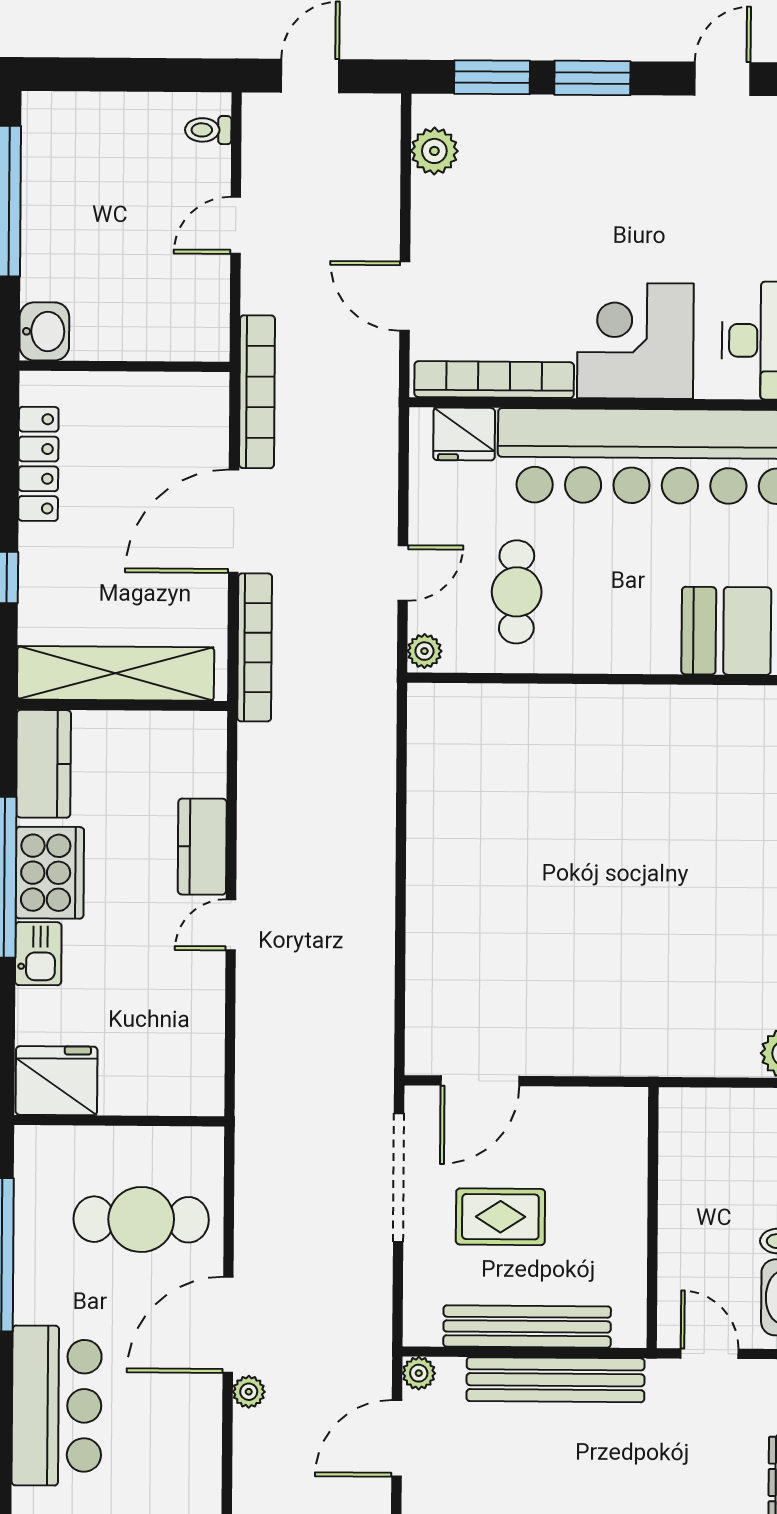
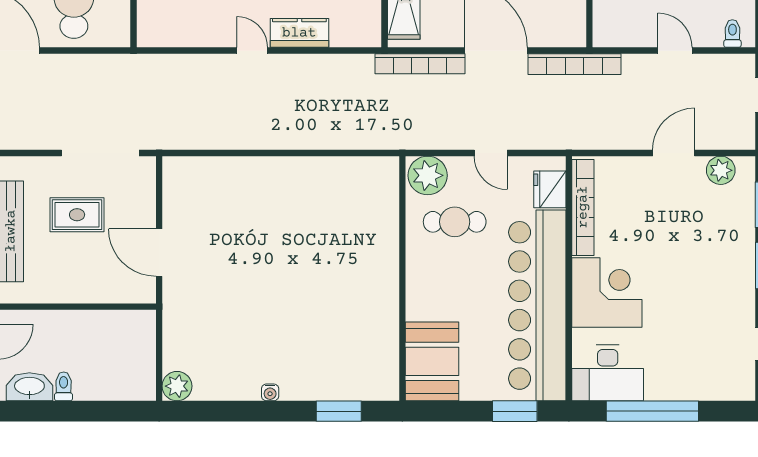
door: (405, 296) -> (674, 153), moved
door: (403, 573) -> (491, 153), moved
plant: (424, 651) -> (428, 175), width x1.88, depth x1.88
door: (480, 1081) -> (159, 253), moved
rug: (500, 1217) -> (77, 215), turned 90

